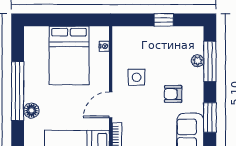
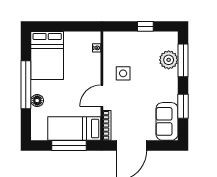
bed: (69, 55) -> (47, 55), moved
plant: (198, 61) -> (169, 60), width x1.88, depth x1.88
armchair: (173, 94) -> (153, 87), removed

